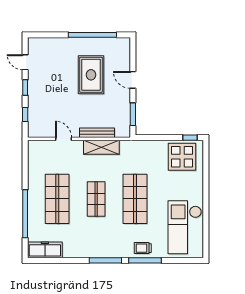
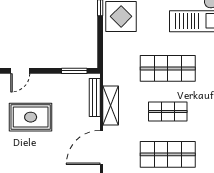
door: (133, 80) -> (20, 71), moved
bench: (97, 133) -> (95, 97), moved
door: (64, 139) -> (101, 147), width x1.88

